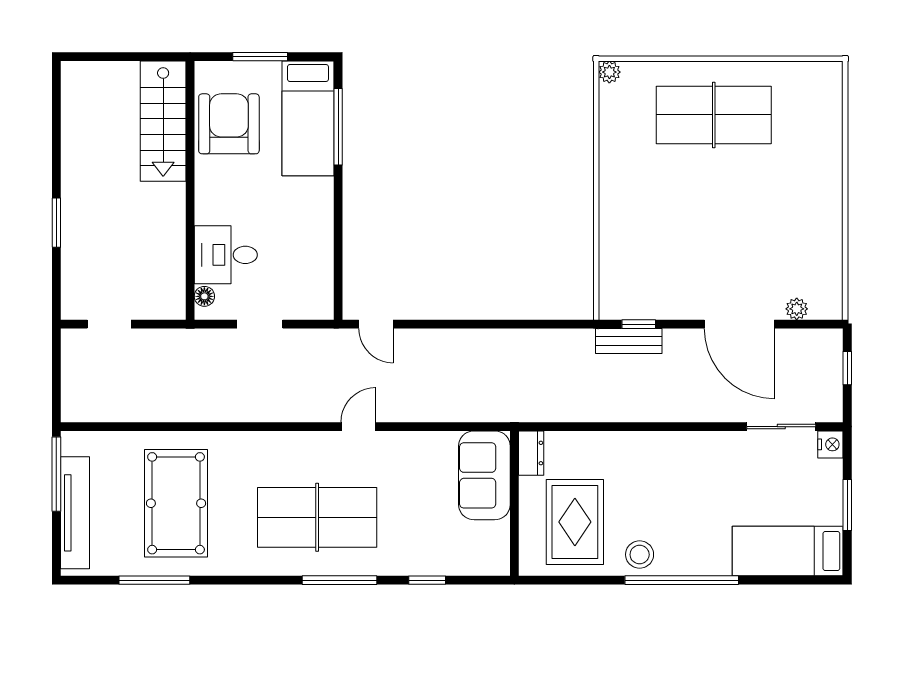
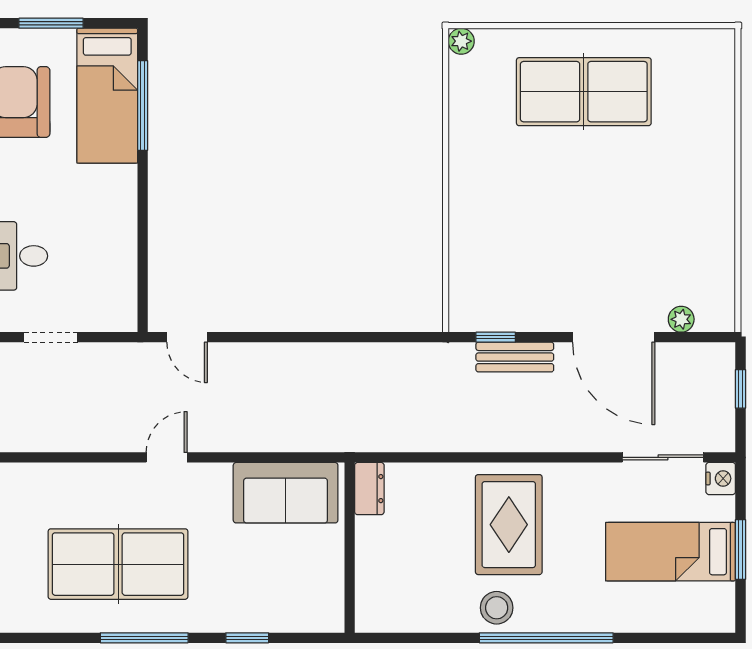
bench: (629, 341) -> (515, 357), moved
sofa: (484, 475) -> (286, 493), moved, turned -90
rug: (575, 522) -> (509, 525), moved
bed: (788, 551) -> (671, 552), moved

